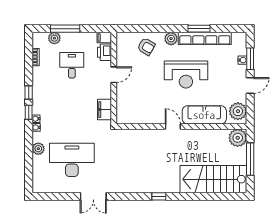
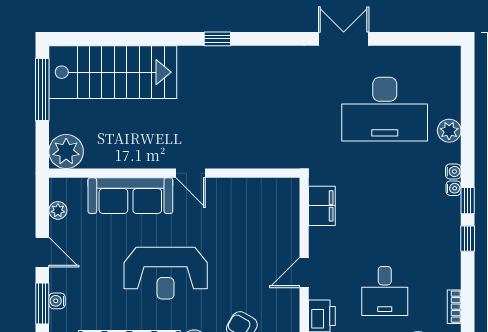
reception desk: (186, 75) -> (166, 273), turned 180
door: (250, 85) -> (42, 252), swing flipped
plant: (238, 111) -> (58, 210), width x0.53, depth x0.53
window: (250, 159) -> (42, 90), moved

